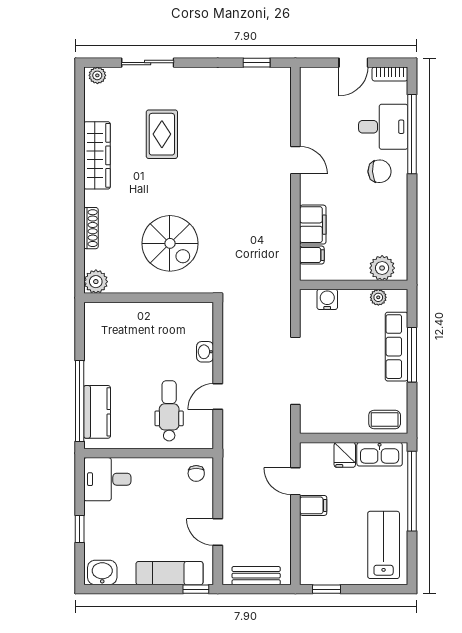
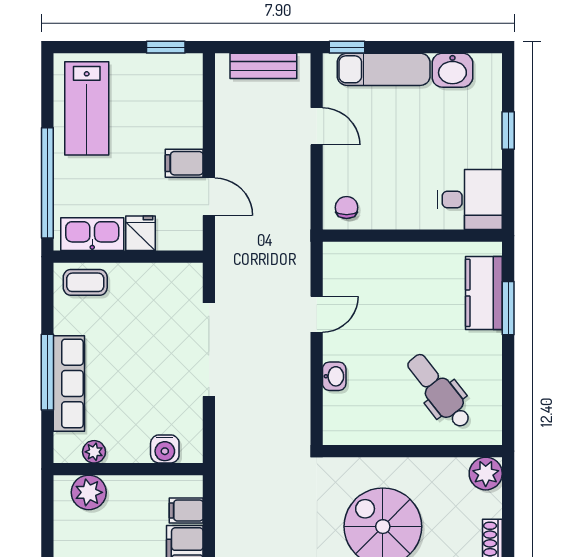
window: (80, 401) -> (508, 308), width x0.47
dental chair: (169, 411) -> (439, 391), moved, turned 142
washbasin: (102, 572) -> (452, 70), moved

